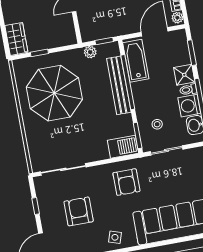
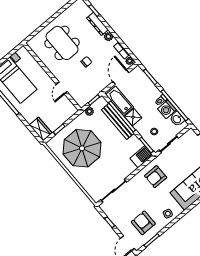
shower: (184, 75) -> (133, 117), moved
armchair: (126, 182) -> (156, 177), turned 90
armchair: (79, 211) -> (143, 223), moved

